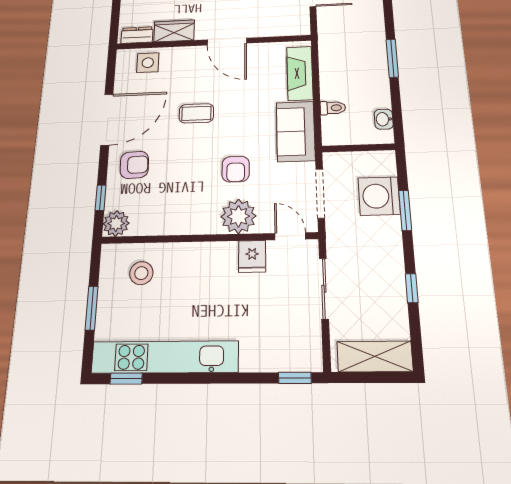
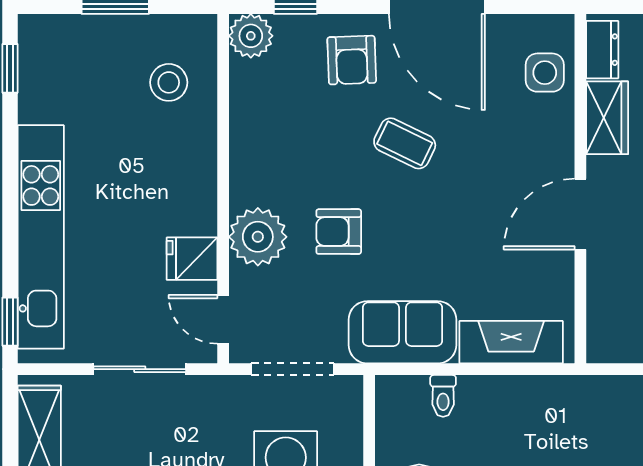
coffee table: (196, 113) -> (405, 143), moved, turned -64
door: (290, 236) -> (223, 319), swing flipped
kitchen unit: (165, 357) -> (41, 237), moved

